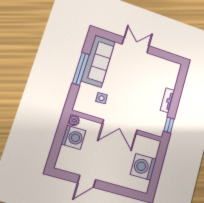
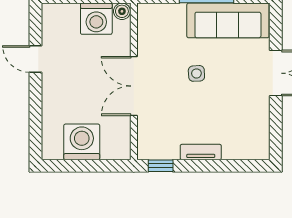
side table: (102, 98) -> (196, 73), moved

